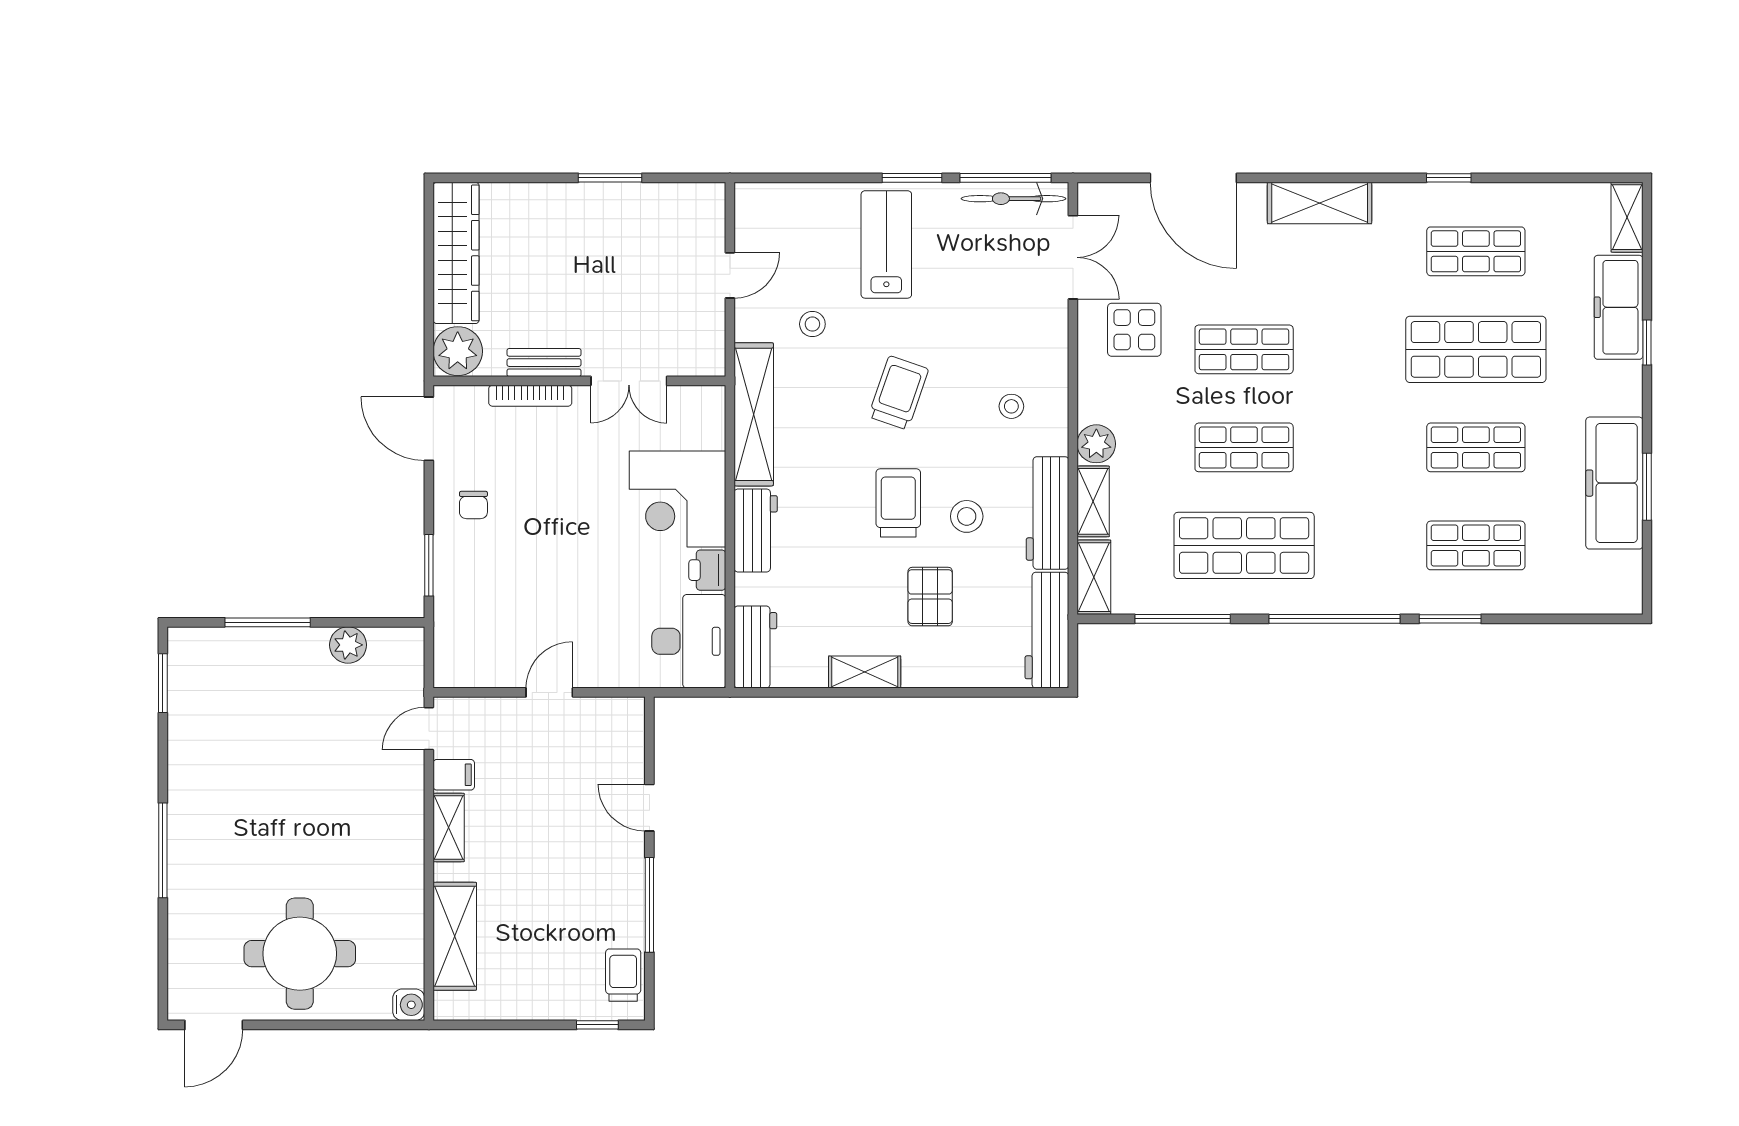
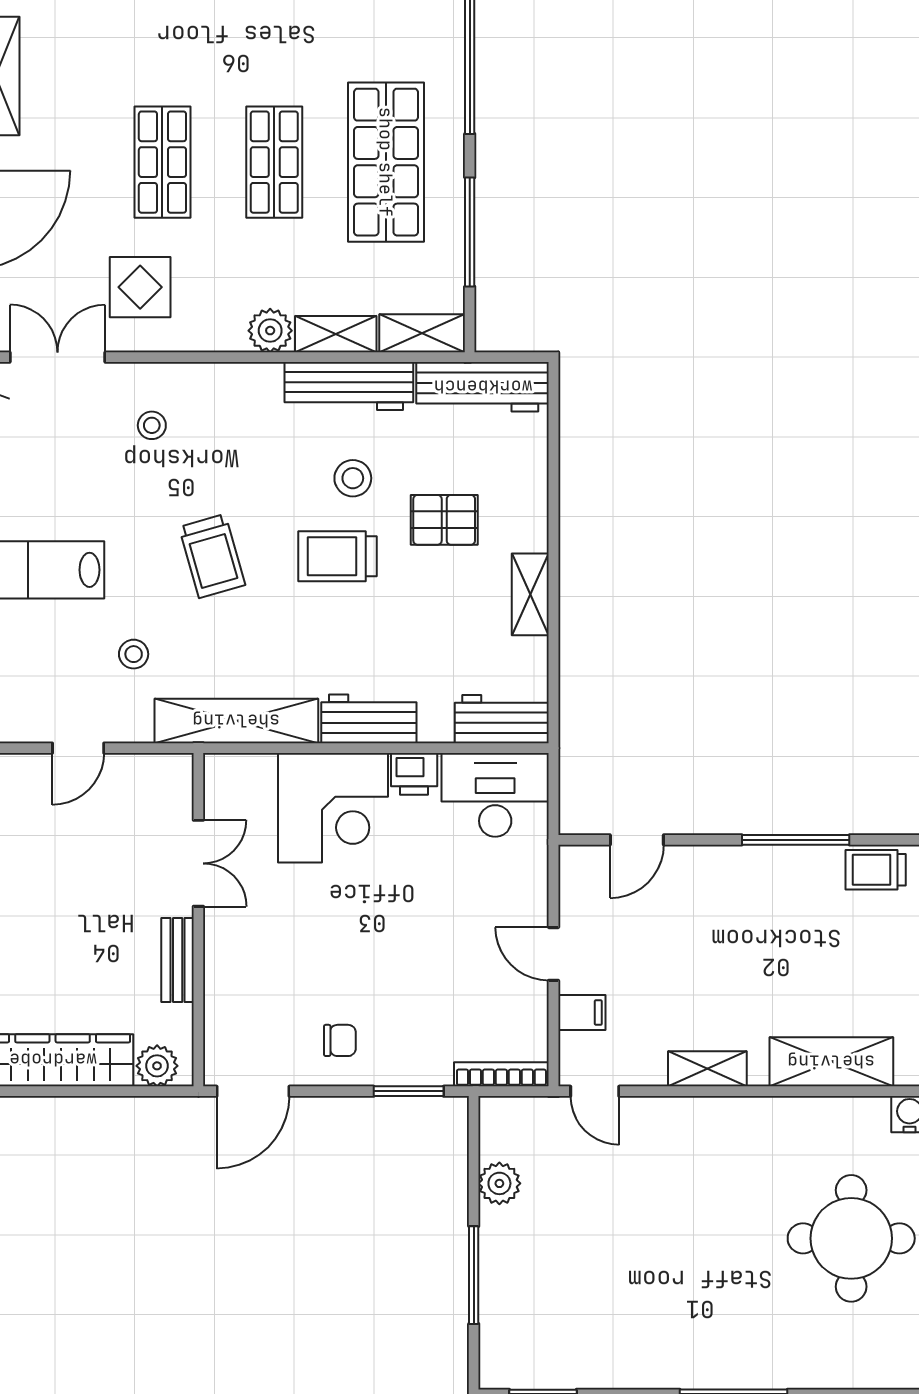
door: (730, 275) -> (78, 748), swing flipped
plant: (458, 351) -> (157, 1066), width x0.73, depth x0.73
trolley: (898, 393) -> (212, 556), turned -125
bookcase: (530, 396) -> (501, 1074), moved, turned -90
stool: (1011, 406) -> (152, 425), moved
filing cabinet: (454, 775) -> (582, 1013), moved, turned 90
door: (649, 808) -> (637, 840), moved

